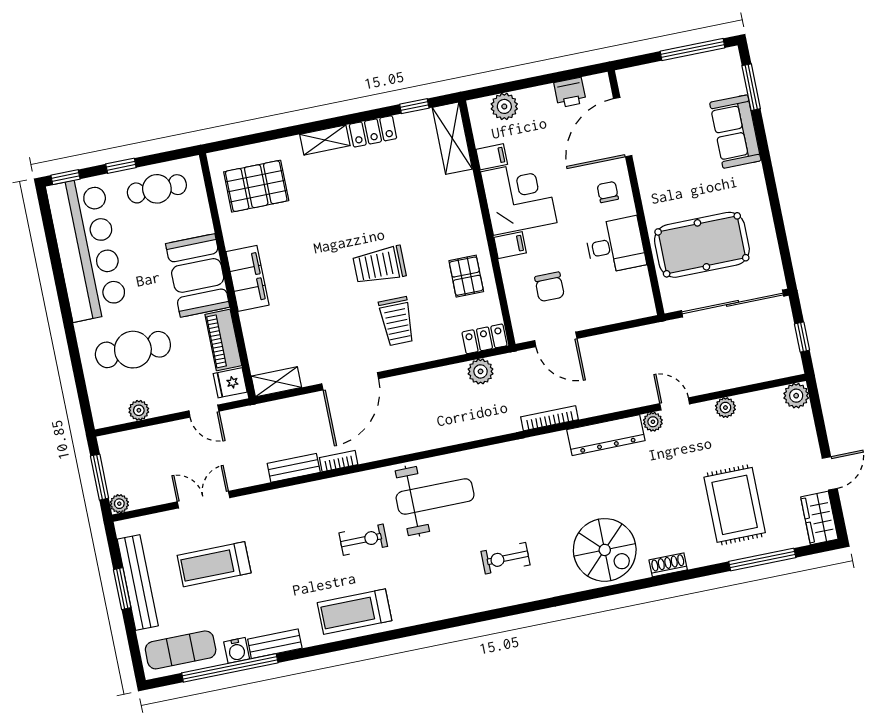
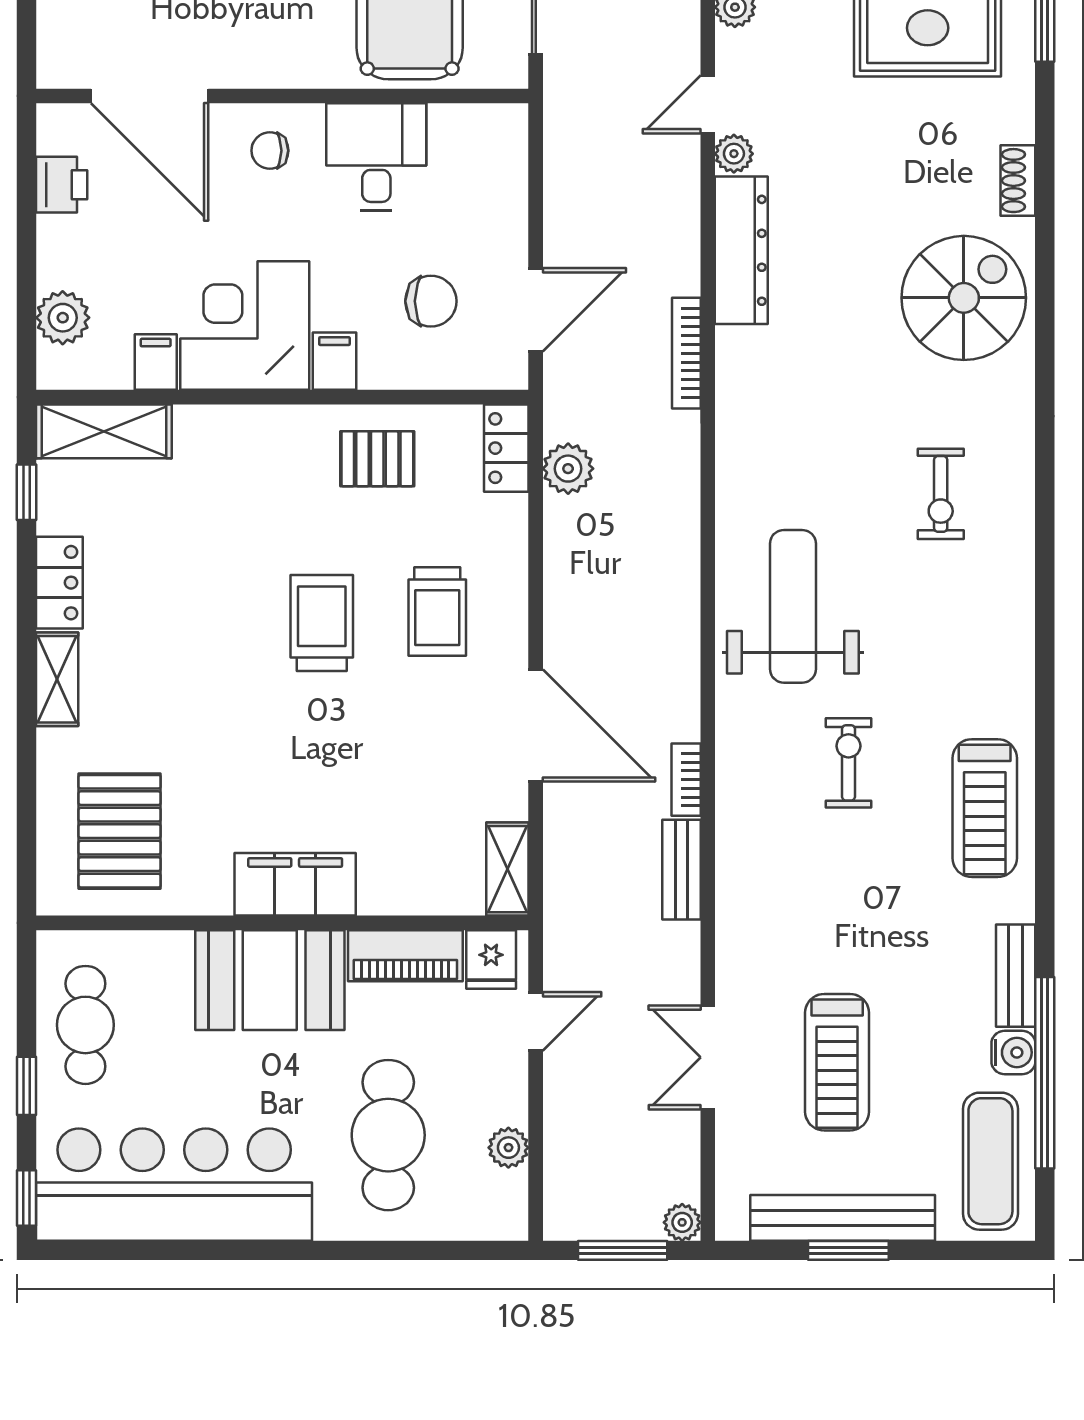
trolley: (379, 265) -> (322, 623), turned 180
trolley: (397, 321) -> (437, 611), turned 90

